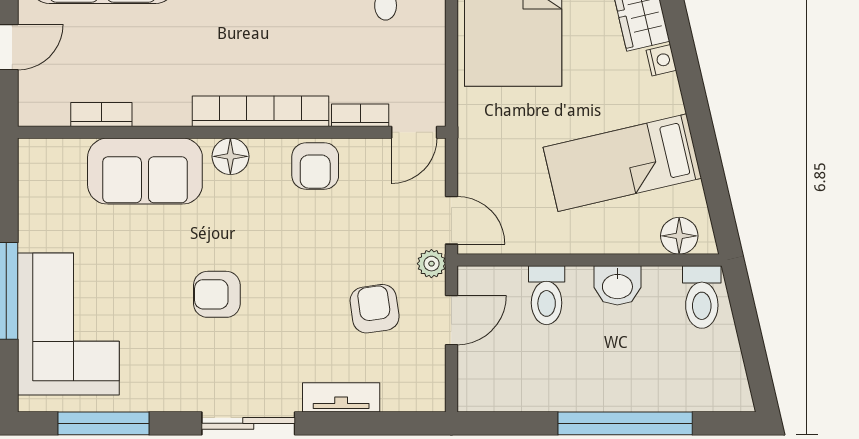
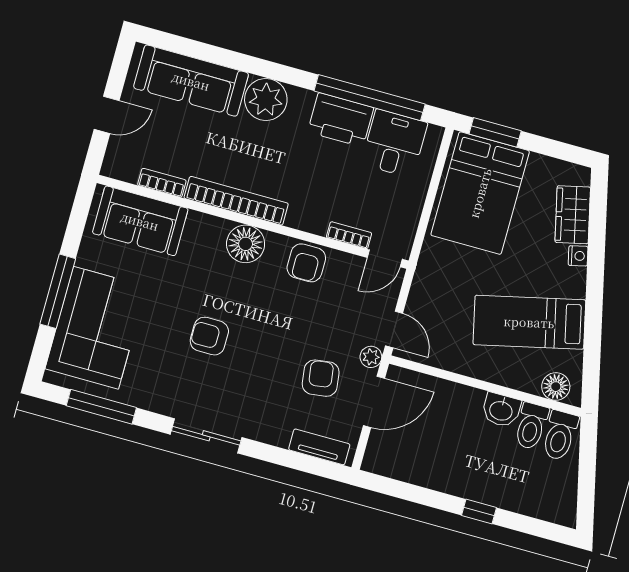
bookcase: (260, 111) -> (236, 201), moved
floor lamp: (230, 156) -> (246, 244), width x1.38, depth x1.38
sofa: (145, 171) -> (140, 221), moved
toilet: (547, 295) -> (531, 426), moved
door: (451, 320) -> (374, 402), width x1.38
tv unit: (341, 397) -> (319, 447), moved
window: (625, 423) -> (479, 511), width x0.32

